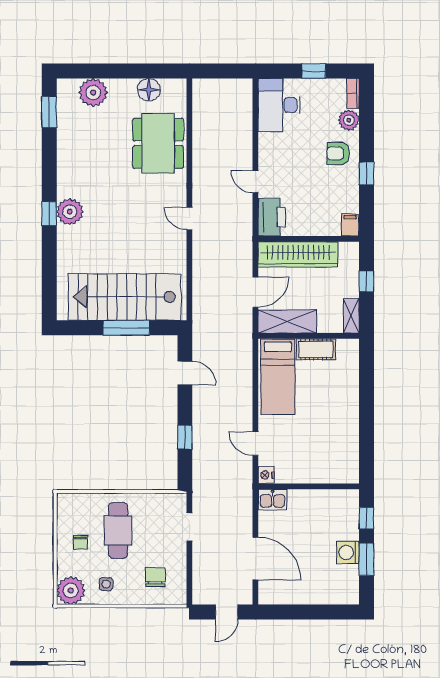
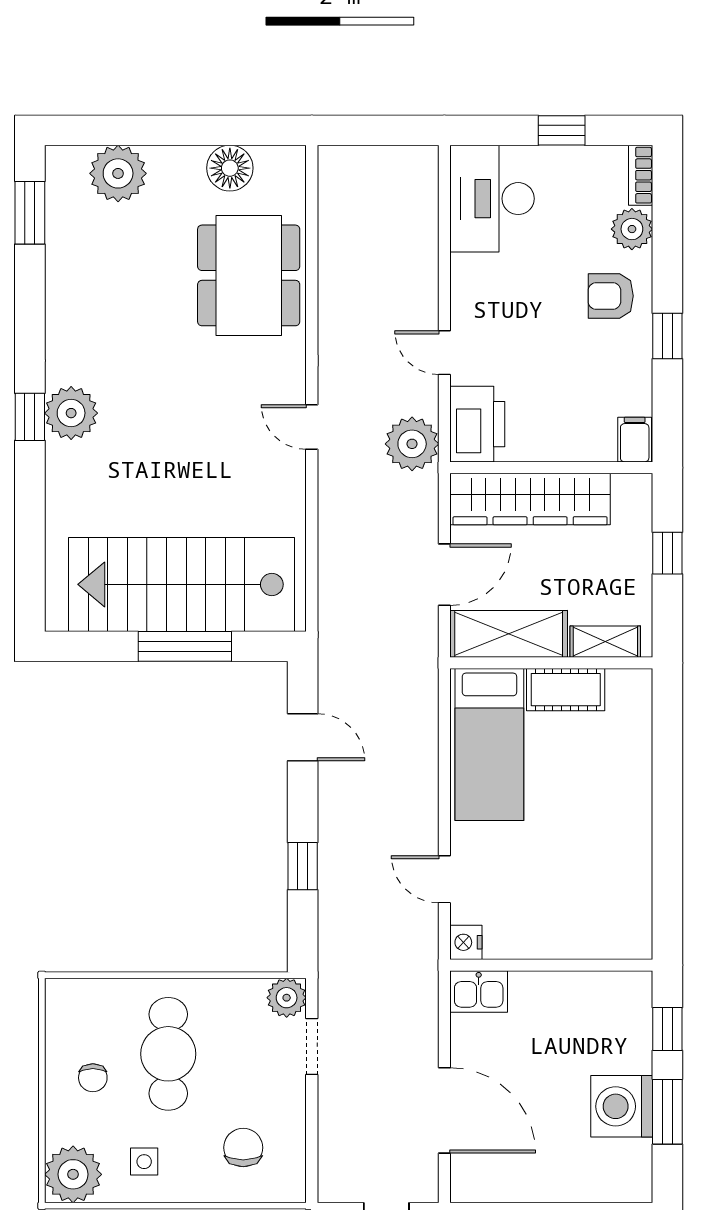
plant: (239, 227) -> (412, 444), added
shelving: (351, 316) -> (605, 642), moved, turned 90
plant: (177, 503) -> (287, 998), added
washing machine: (348, 552) -> (622, 1106), width x1.37, depth x1.37

